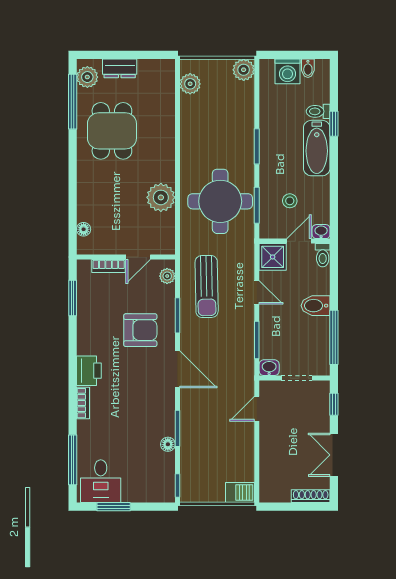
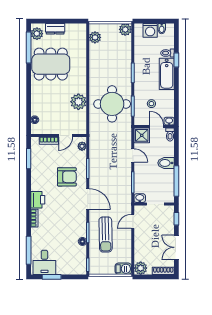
dining table: (112, 131) -> (51, 64), width x1.38
door: (299, 241) -> (157, 126), hinge flipped
sun lounger: (207, 287) -> (106, 234), moved
plant: (271, 491) -> (141, 268), added

